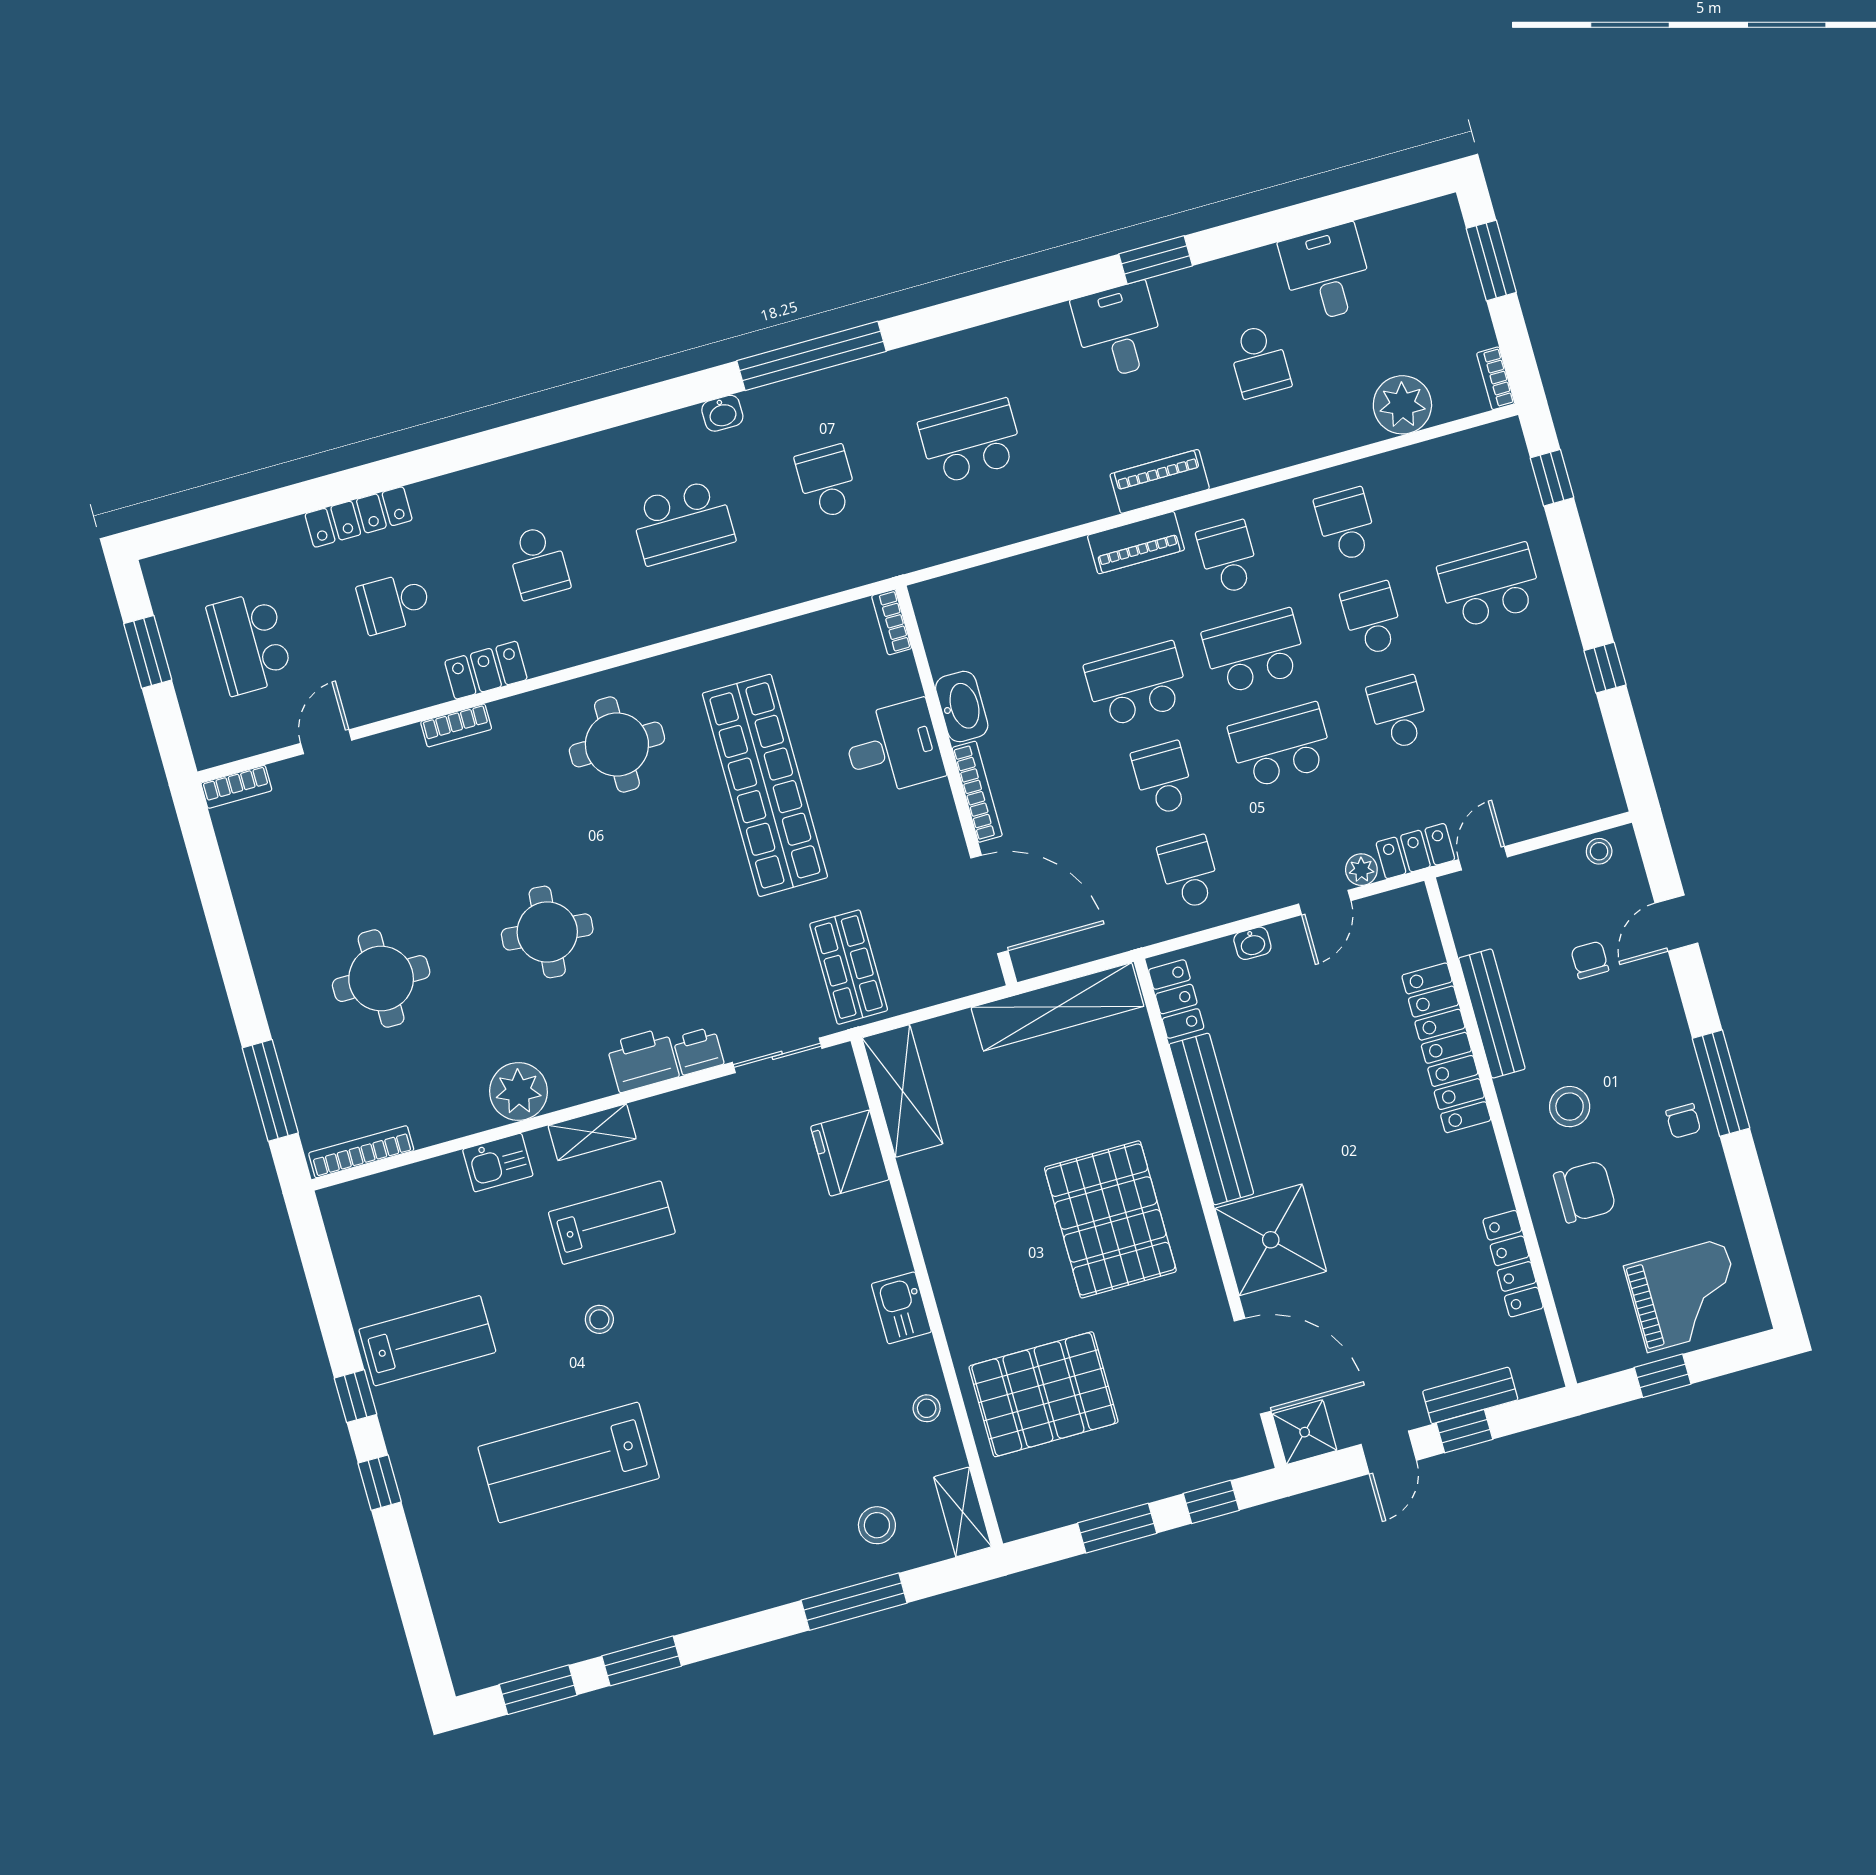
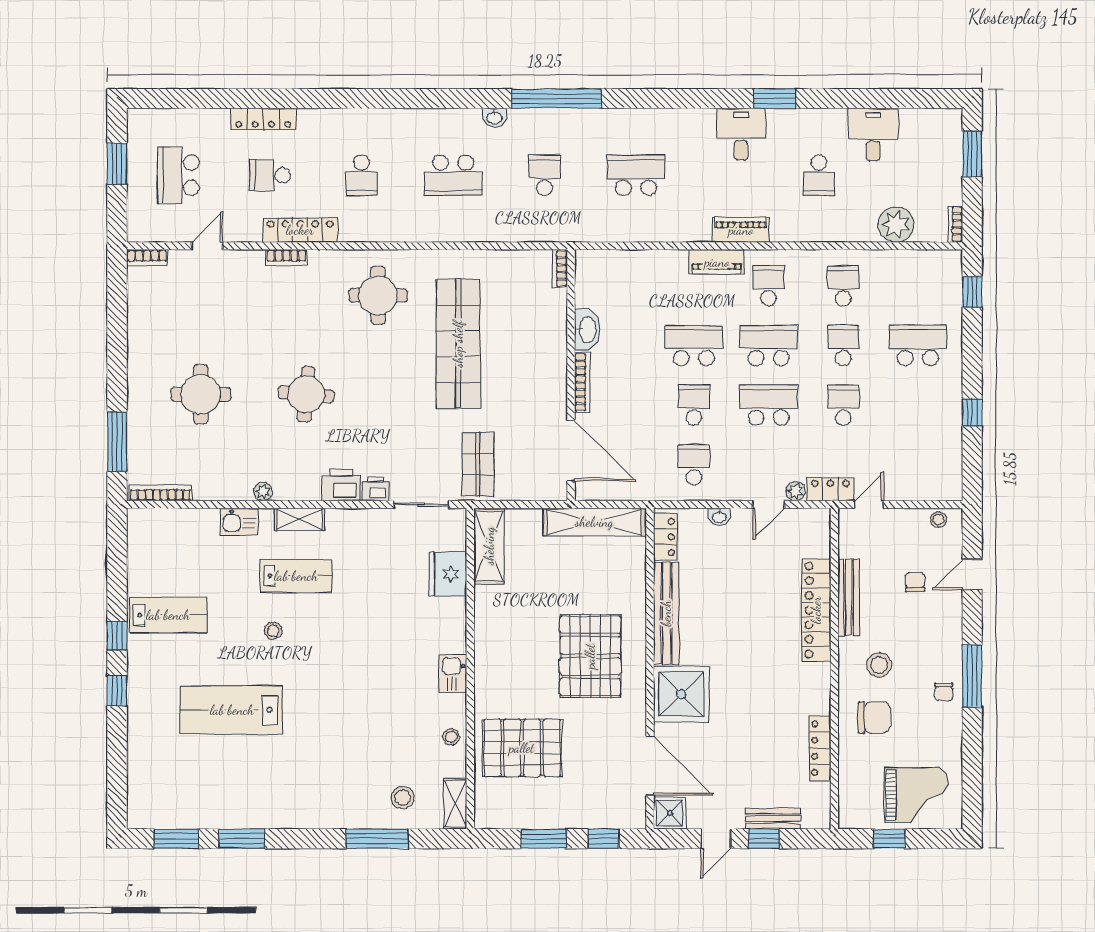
locker: (486, 670) -> (300, 230), width x1.53
desk: (893, 748) -> (540, 343), removed
plant: (518, 1091) -> (263, 492), width x0.53, depth x0.53

